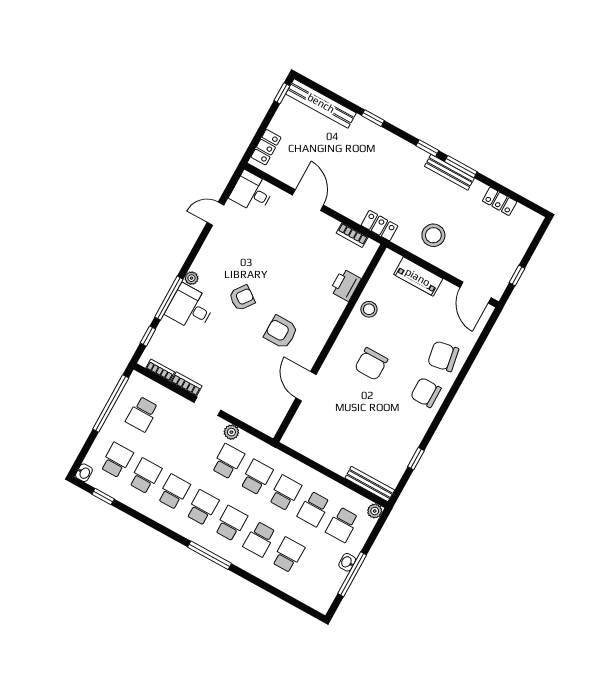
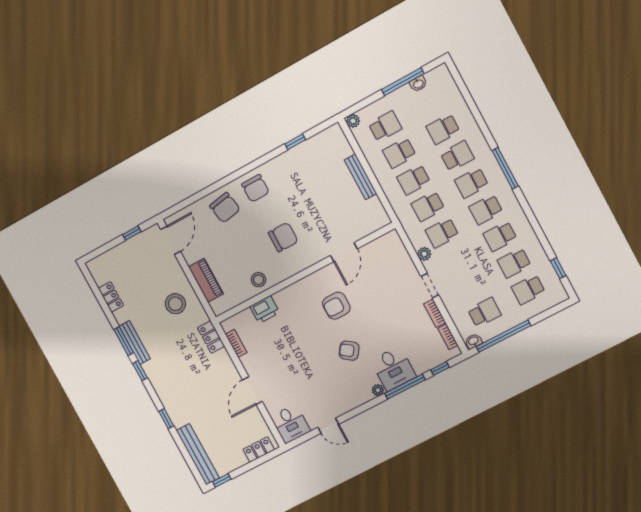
armchair: (281, 332) -> (336, 306), turned 90
washbasin: (84, 473) -> (473, 341), moved
bench: (370, 484) -> (361, 177), moved
school desk: (314, 509) -> (399, 153), turned 180
washbasin: (347, 562) -> (418, 84), moved

